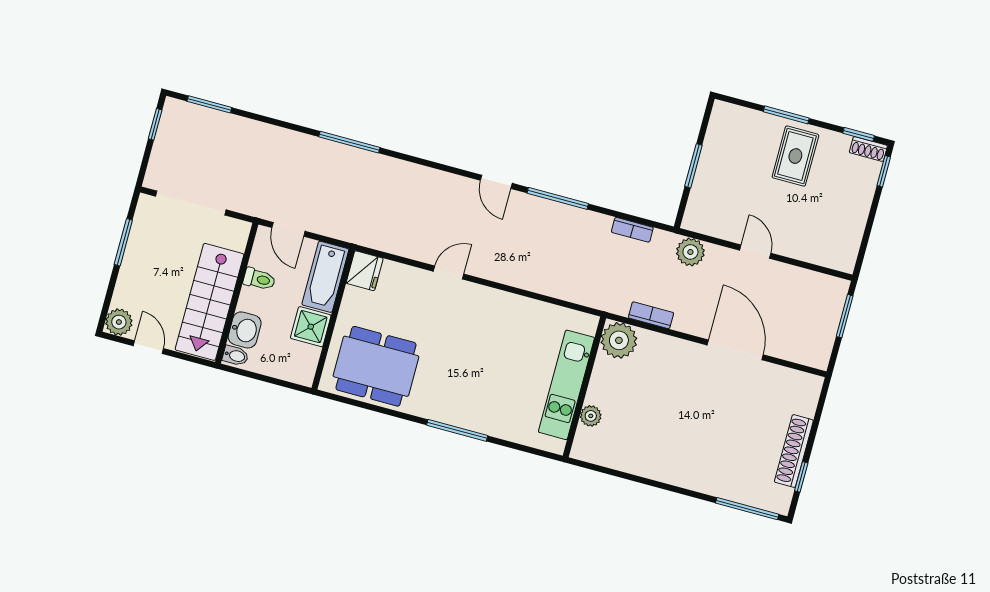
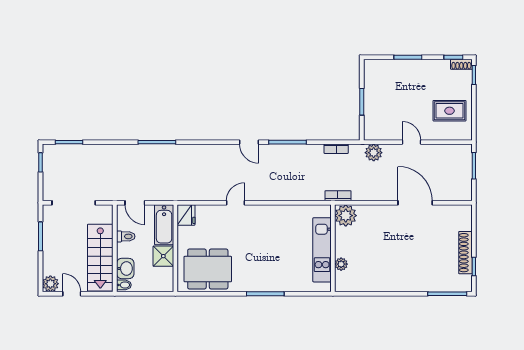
rug: (795, 156) -> (449, 111), moved, turned 90
bookcase: (651, 315) -> (338, 196), moved

